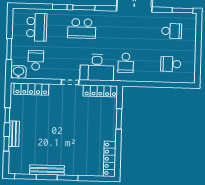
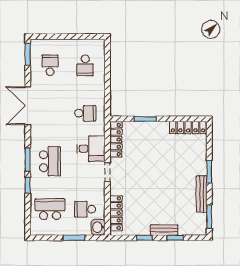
desk: (97, 67) -> (91, 149), width x0.73

